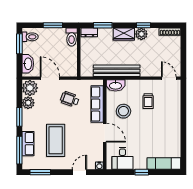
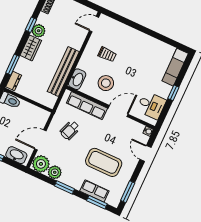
window: (19, 150) -> (97, 202), width x0.69

